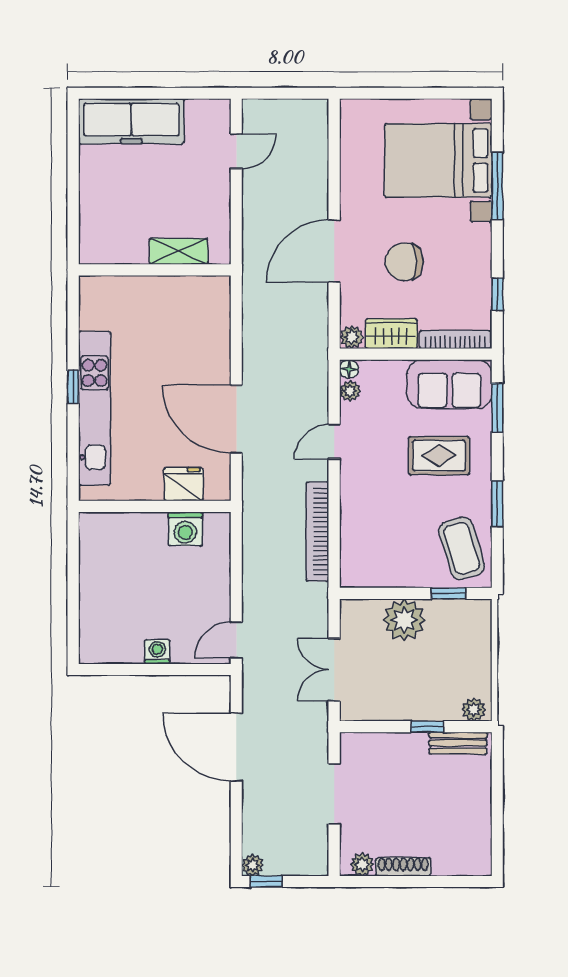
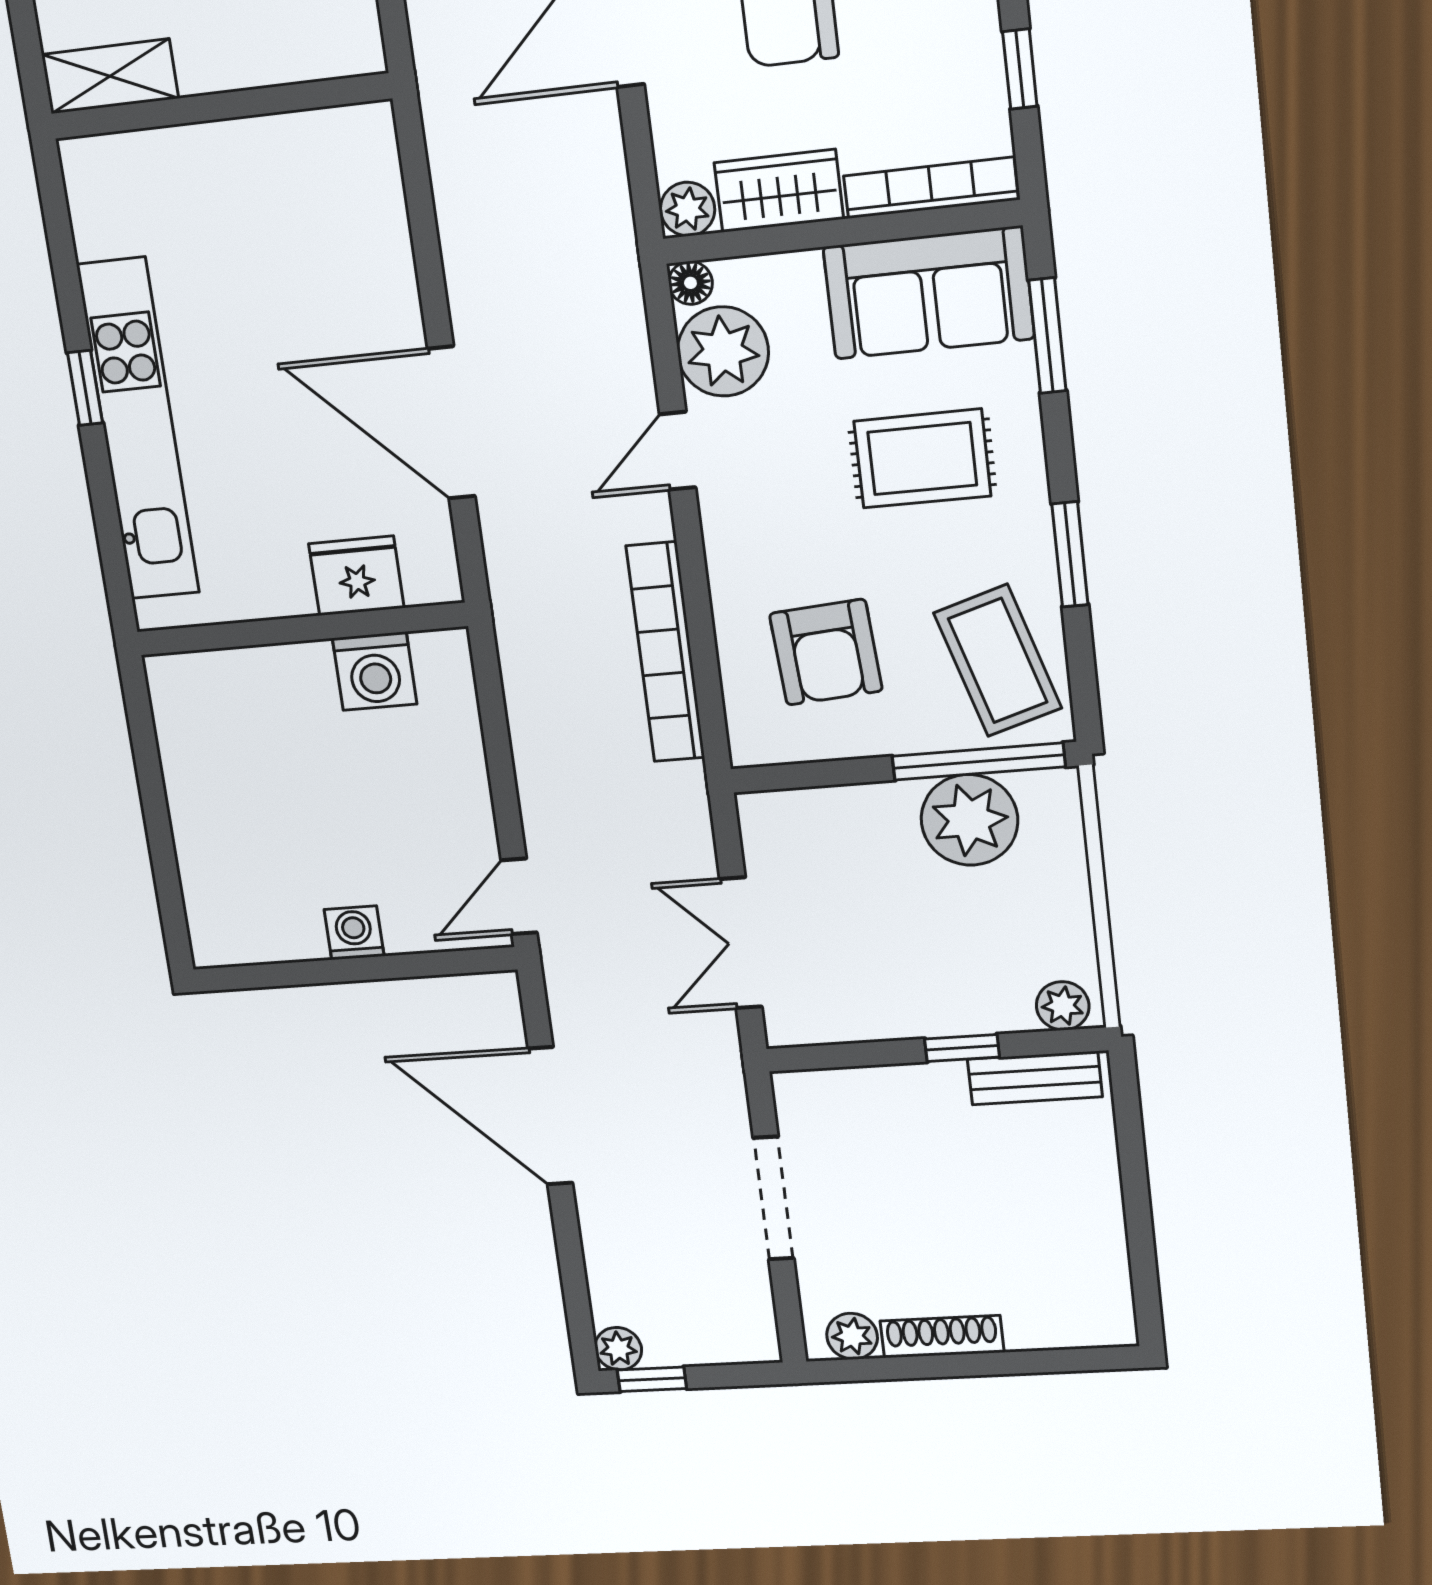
shelving: (178, 251) -> (110, 76), moved
plant: (350, 391) -> (723, 351), width x1.87, depth x1.87
armchair: (388, 538) -> (826, 652), added
window: (449, 593) -> (979, 761), width x2.17
plant: (404, 620) -> (969, 820), moved

